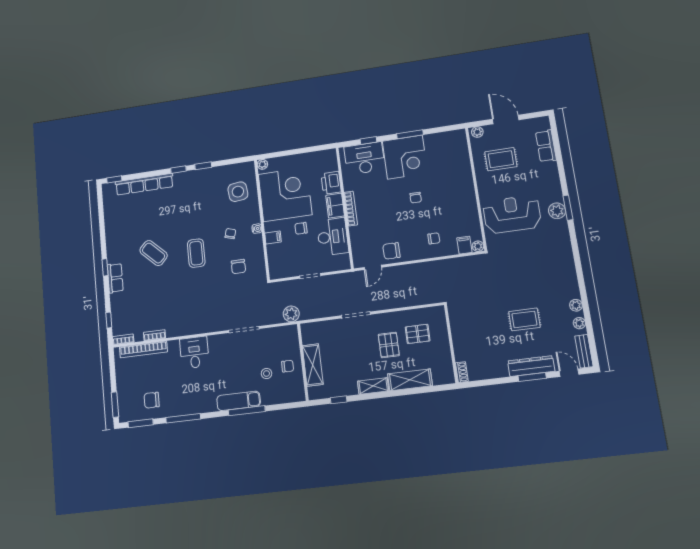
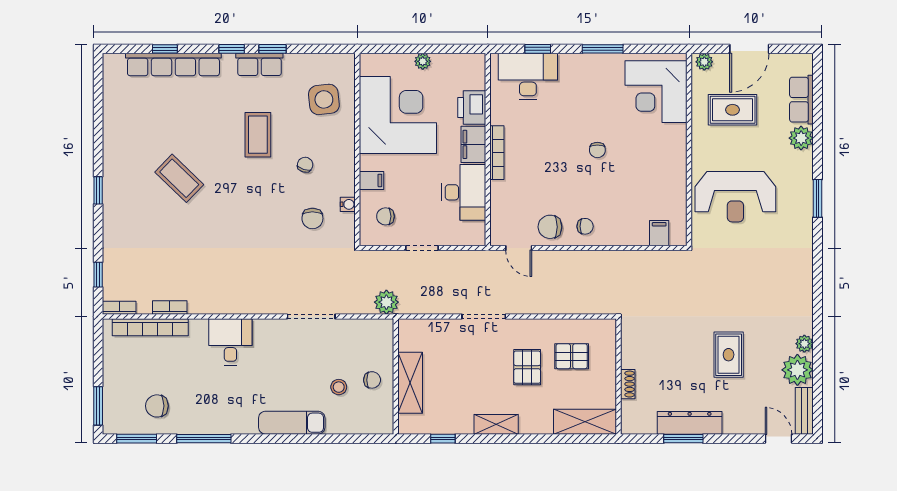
door: (506, 120) -> (749, 49), swing flipped
corner desk: (405, 157) -> (656, 92), moved, turned 90
plant: (262, 164) -> (423, 61), moved
window: (114, 179) -> (165, 49), moved
plant: (557, 211) -> (801, 138), moved
reception desk: (512, 214) -> (735, 197), turned 180
chair: (301, 228) -> (385, 216), moved
water cooler: (257, 229) -> (348, 204), moved
chair: (434, 238) -> (585, 226), moved
plant: (478, 246) -> (679, 238), removed
coffee table: (196, 253) -> (258, 135), moved
door: (373, 267) -> (519, 248), hinge flipped
row of seats: (115, 278) -> (259, 64), moved, turned 90
rug: (524, 319) -> (729, 355), turned 90
plant: (579, 323) -> (797, 370), width x1.87, depth x1.87
dresser: (531, 366) -> (690, 423), moved
shoe rack: (462, 372) -> (628, 384), moved
window: (532, 377) -> (683, 439), moved
shelving: (410, 380) -> (585, 422), moved
window: (247, 411) -> (303, 439), removed

